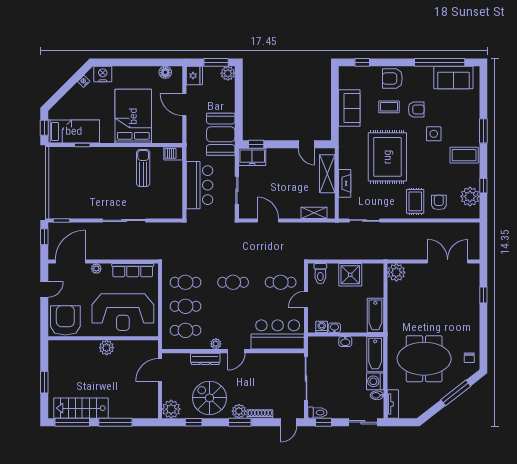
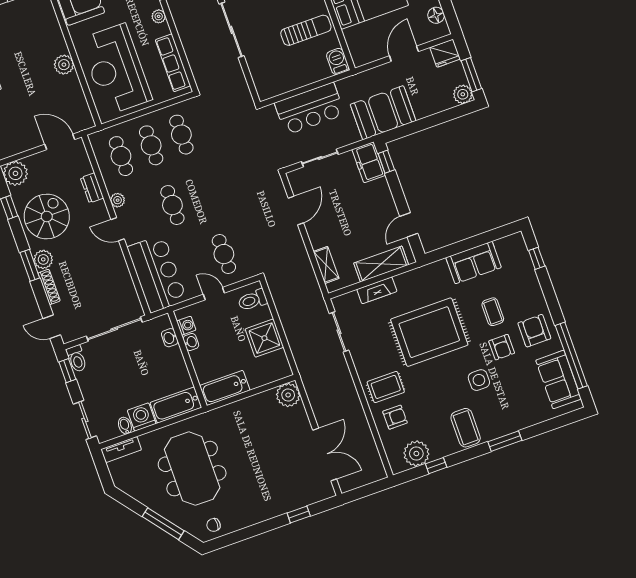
armchair: (392, 78) -> (534, 331), moved
cafe table: (233, 282) -> (172, 205), moved
washbasin: (345, 342) -> (170, 338), moved
dresser: (205, 359) -> (92, 188), width x0.70

